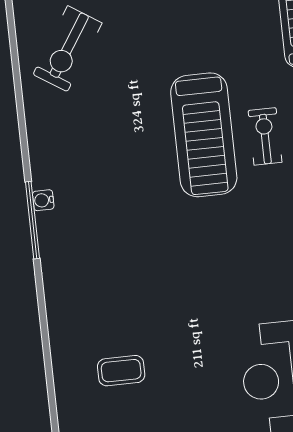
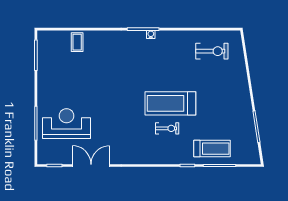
exercise bike: (67, 49) -> (212, 51), turned 147
coffee table: (121, 371) -> (77, 42), moved

